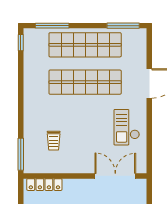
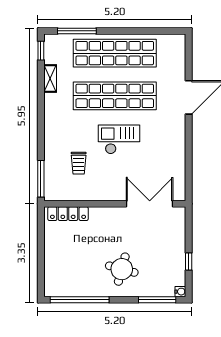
window: (123, 26) -> (158, 31), removed
shelving: (29, 67) -> (50, 79), added
checkout: (127, 127) -> (119, 139), moved, turned 90

